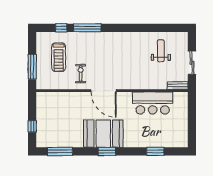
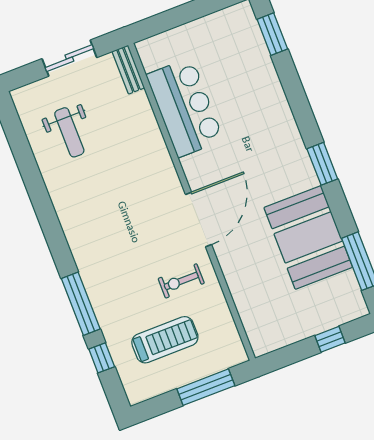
weight bench: (161, 51) -> (69, 132), turned -90
booth: (103, 134) -> (308, 237), moved
window: (155, 151) -> (272, 34), moved

